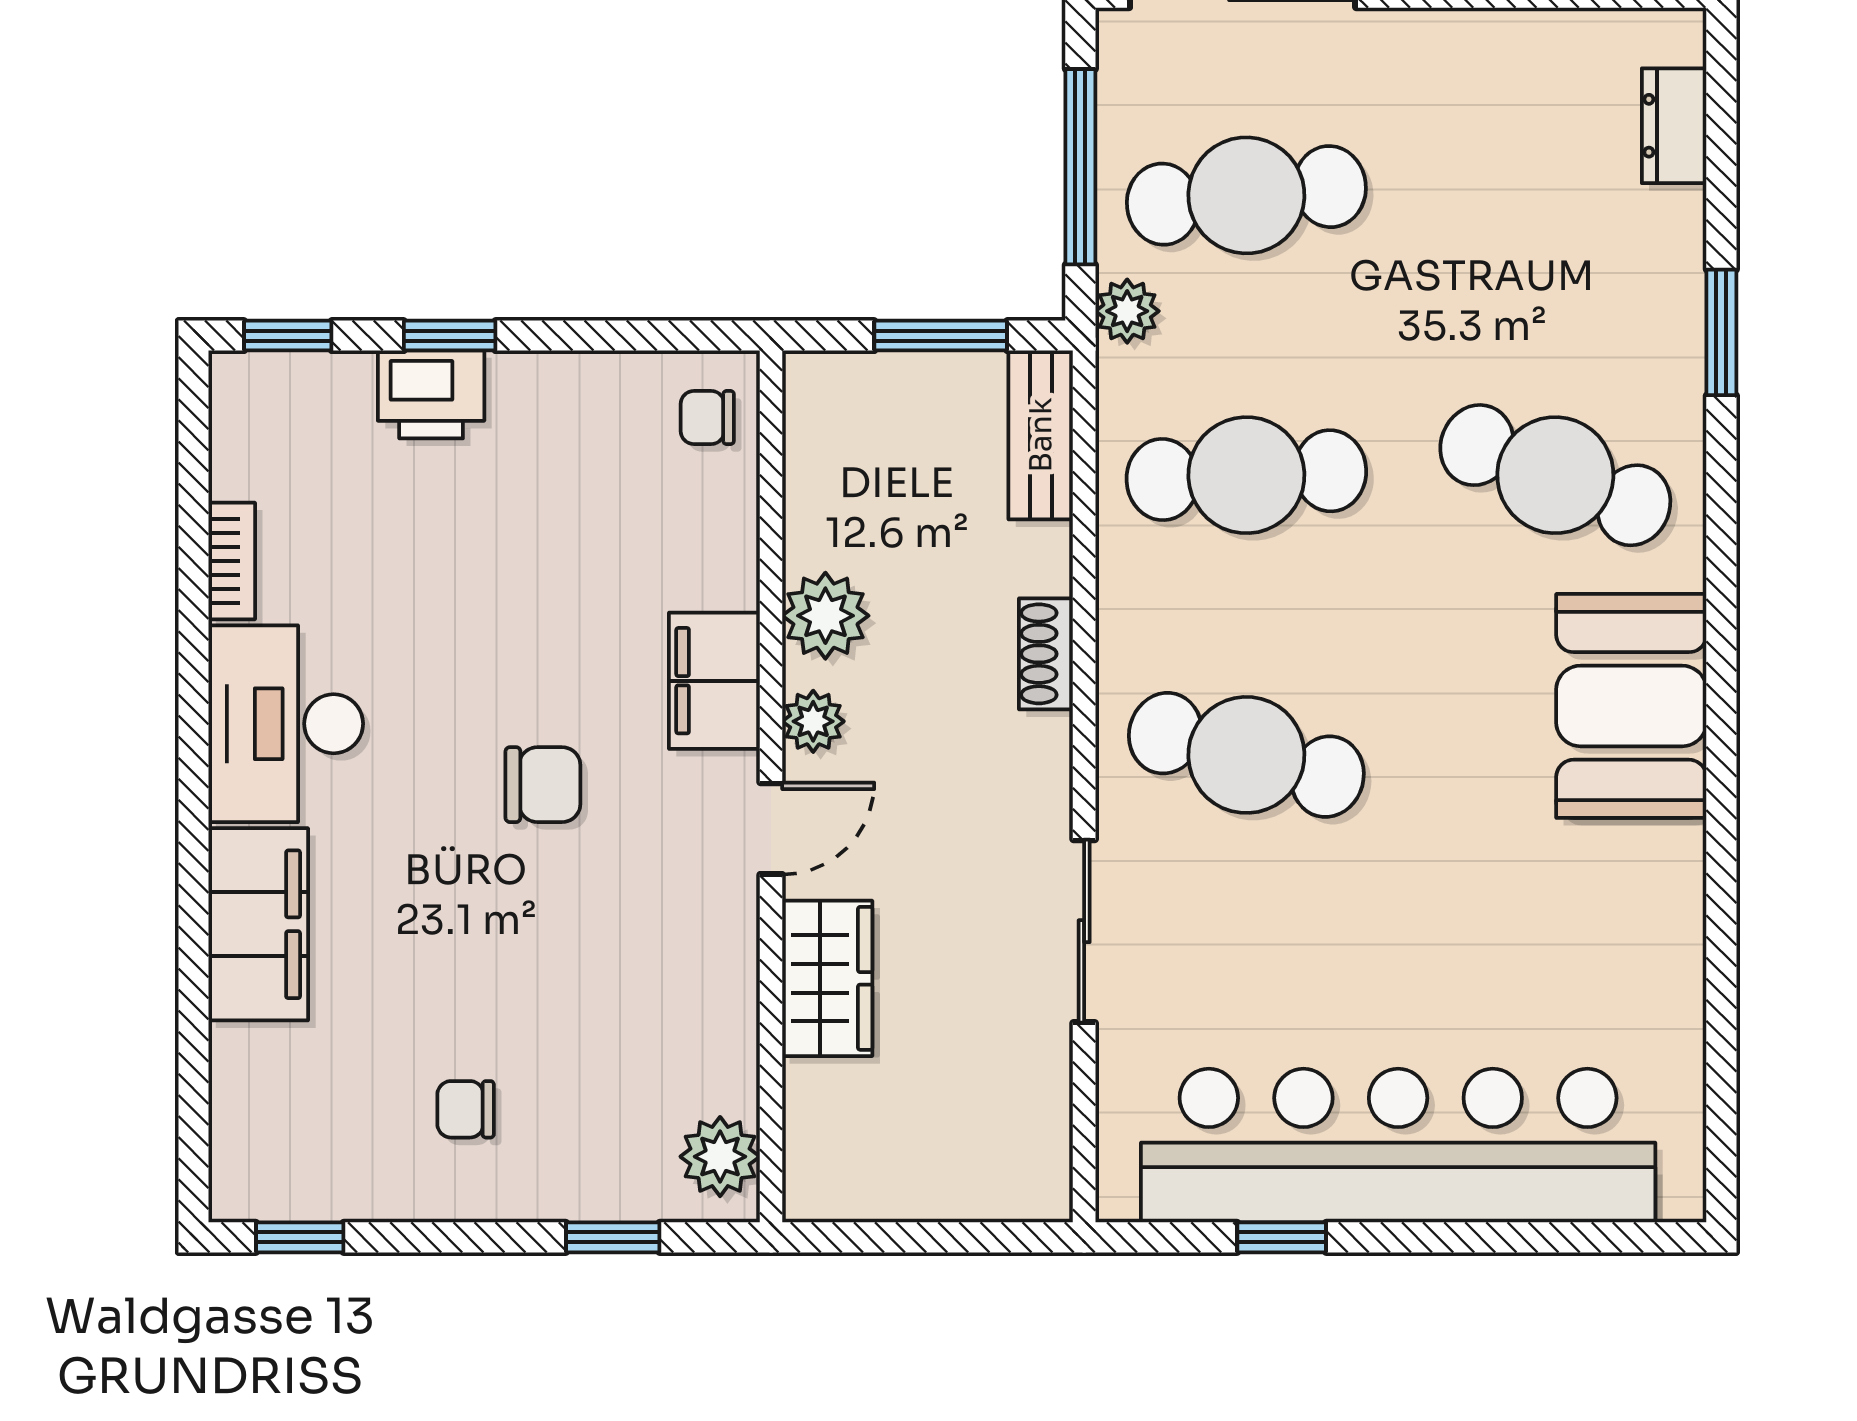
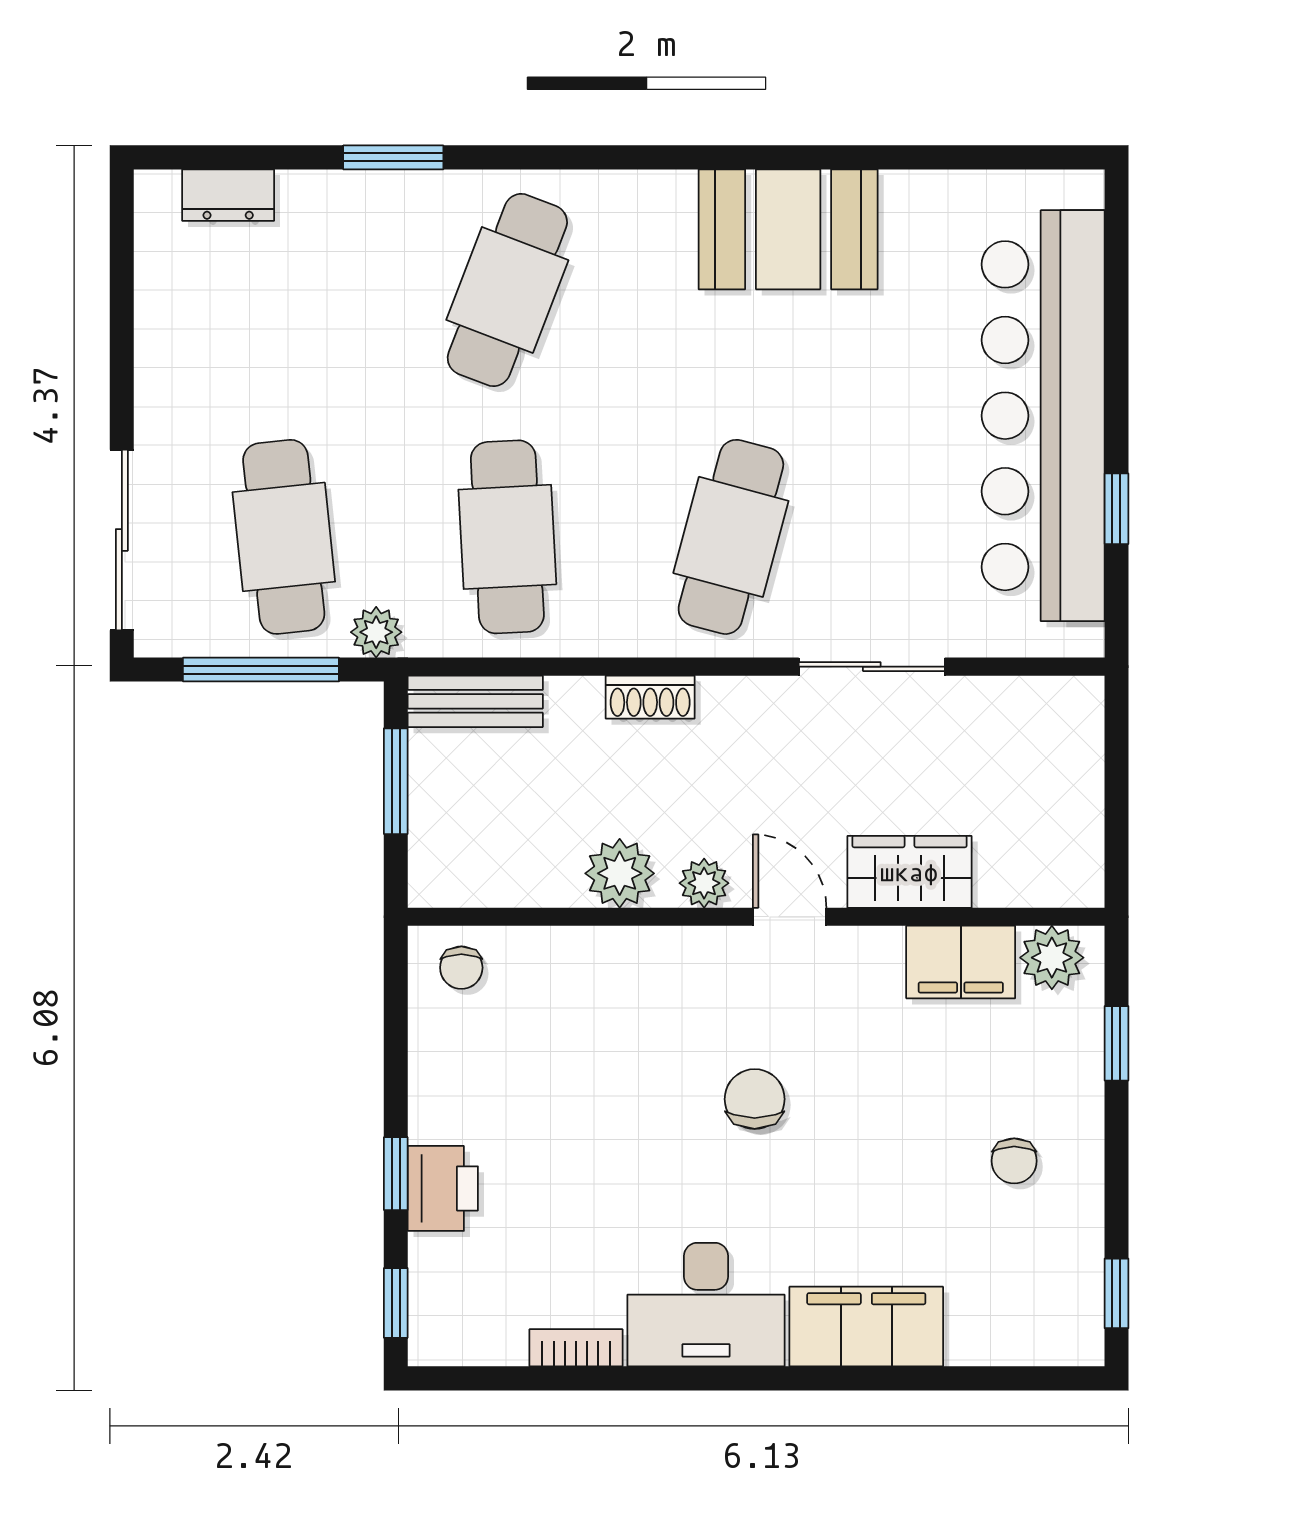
filing cabinet: (714, 681) -> (961, 962), moved
booth: (1631, 706) -> (788, 229), moved

